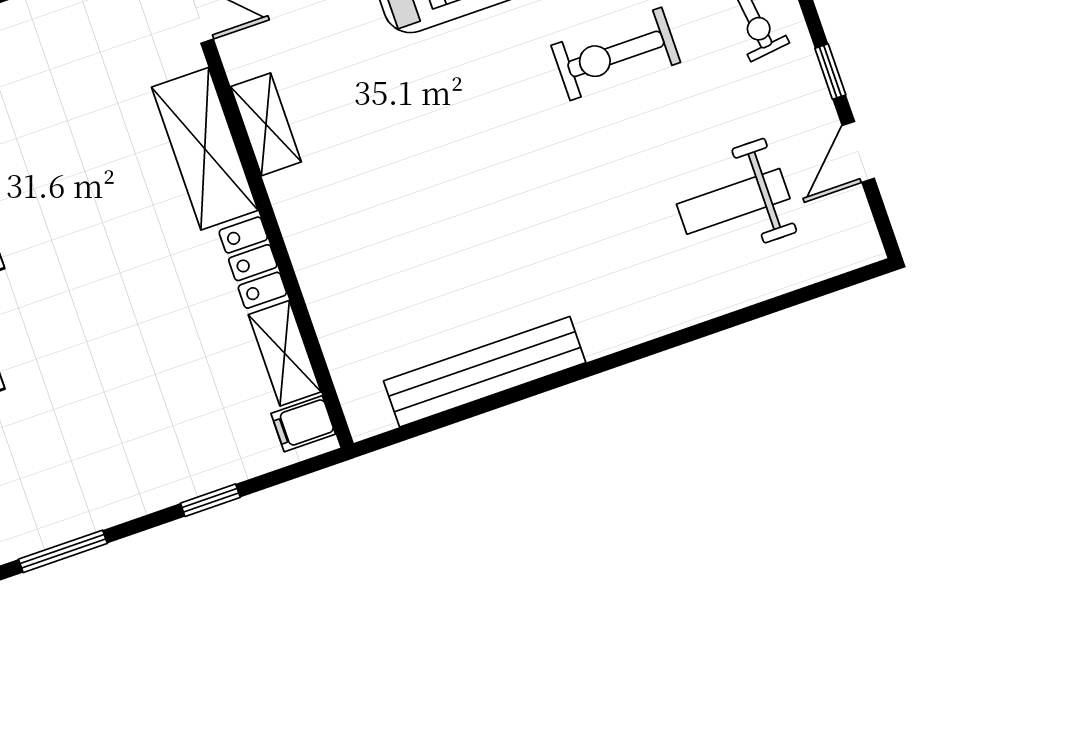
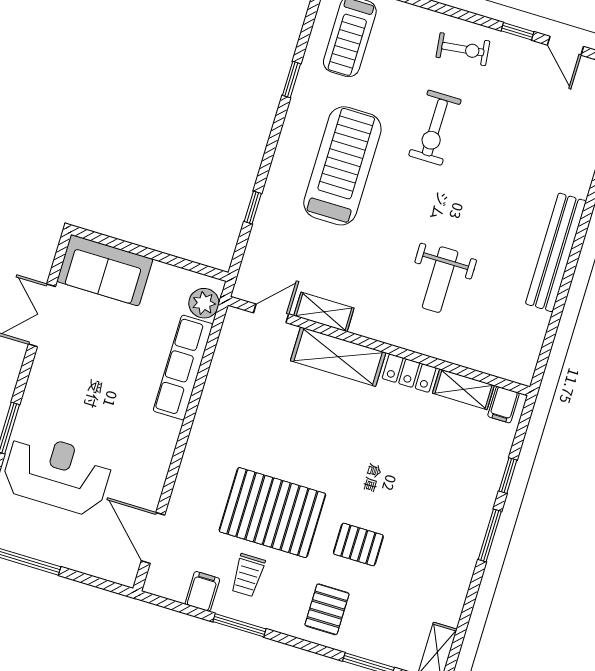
shelving: (266, 124) -> (324, 312), moved
weight bench: (733, 201) -> (440, 280), moved
bench: (485, 372) -> (556, 252), moved
window: (63, 551) -> (490, 535), moved

